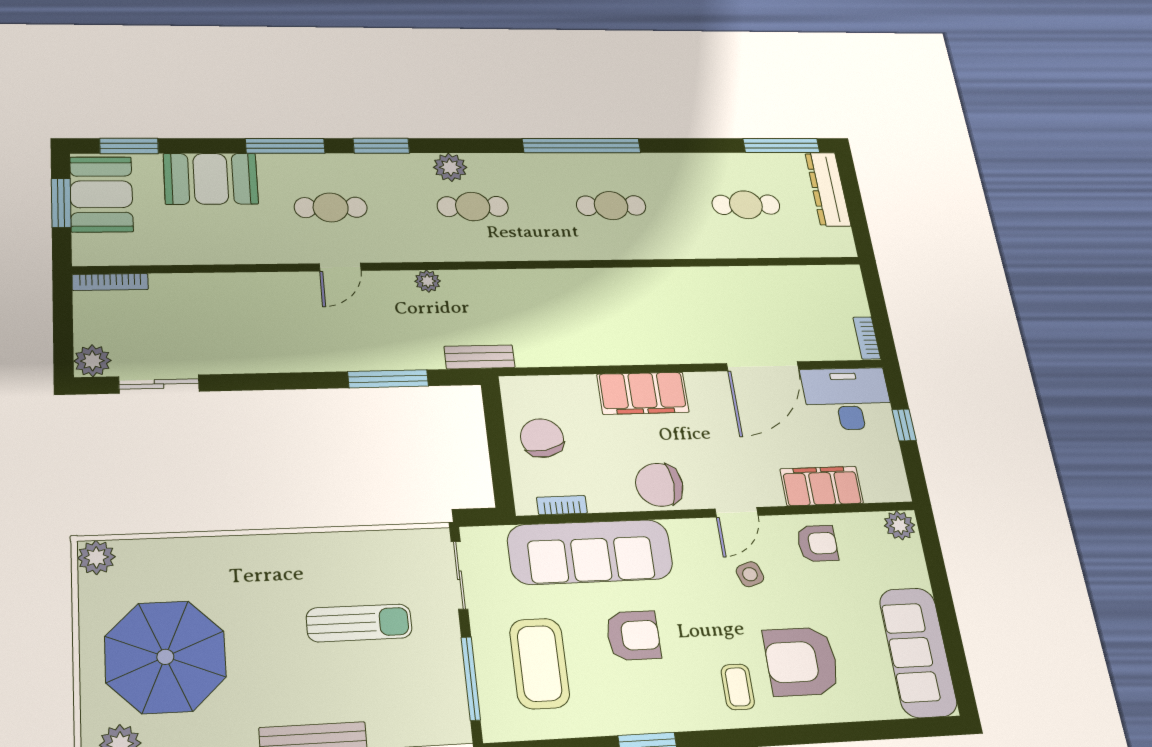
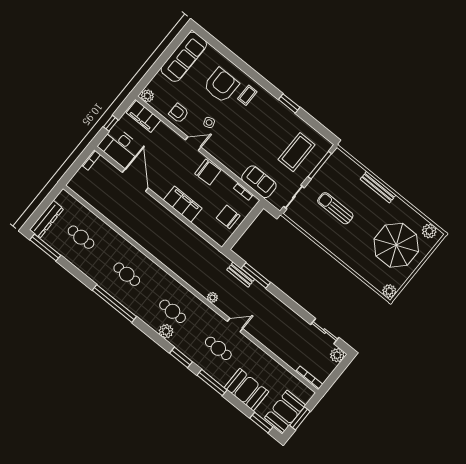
bench: (479, 357) -> (241, 275), moved
door: (763, 366) -> (135, 180), hinge flipped
chair: (542, 438) -> (228, 217), turned 101
filing cabinet: (822, 486) -> (144, 116), moved
sofa: (590, 552) -> (259, 182), width x0.54, depth x0.79
armchair: (633, 636) -> (262, 136), removed
armchair: (801, 662) -> (221, 85), turned -90

